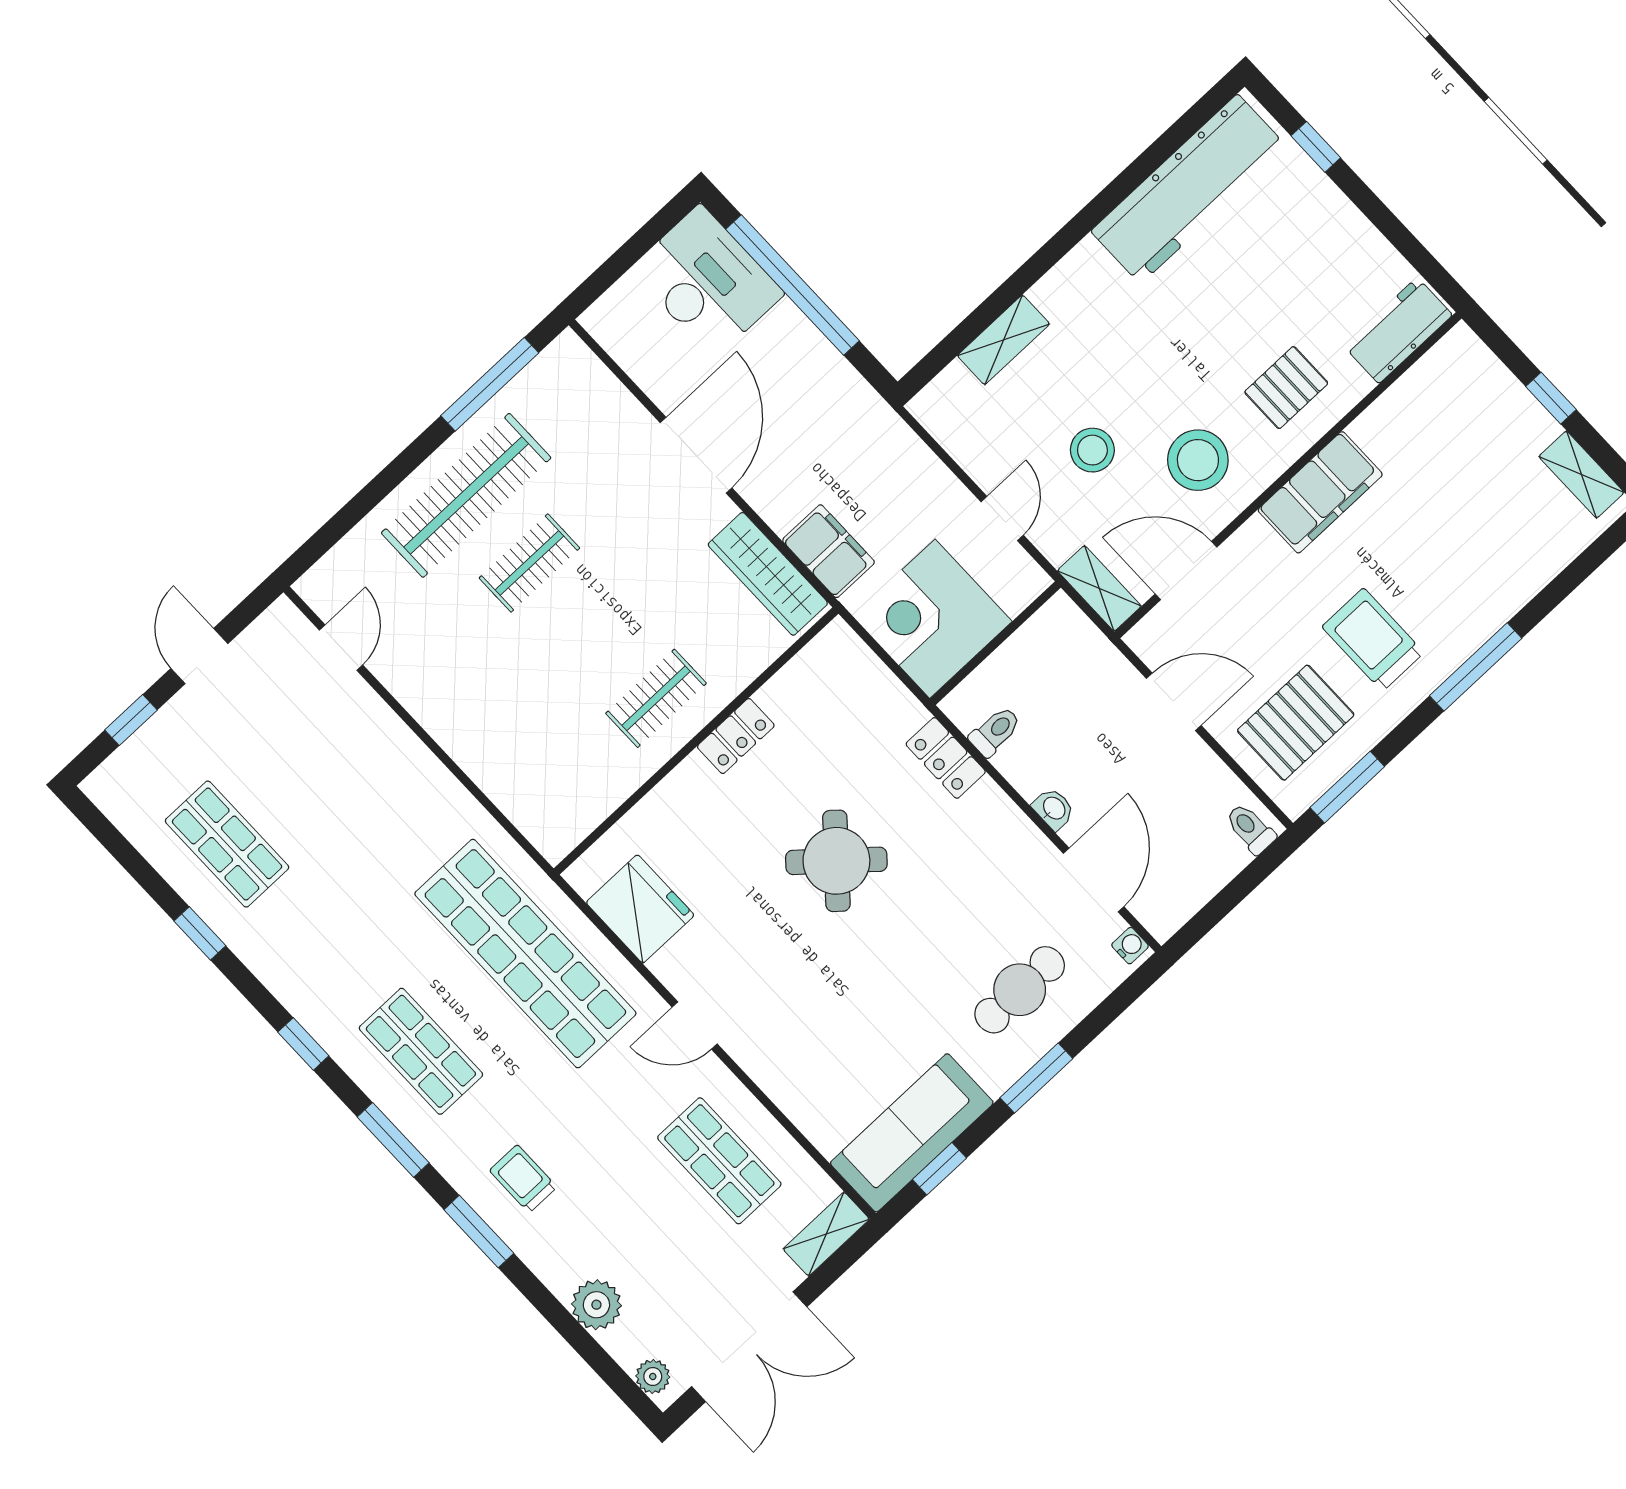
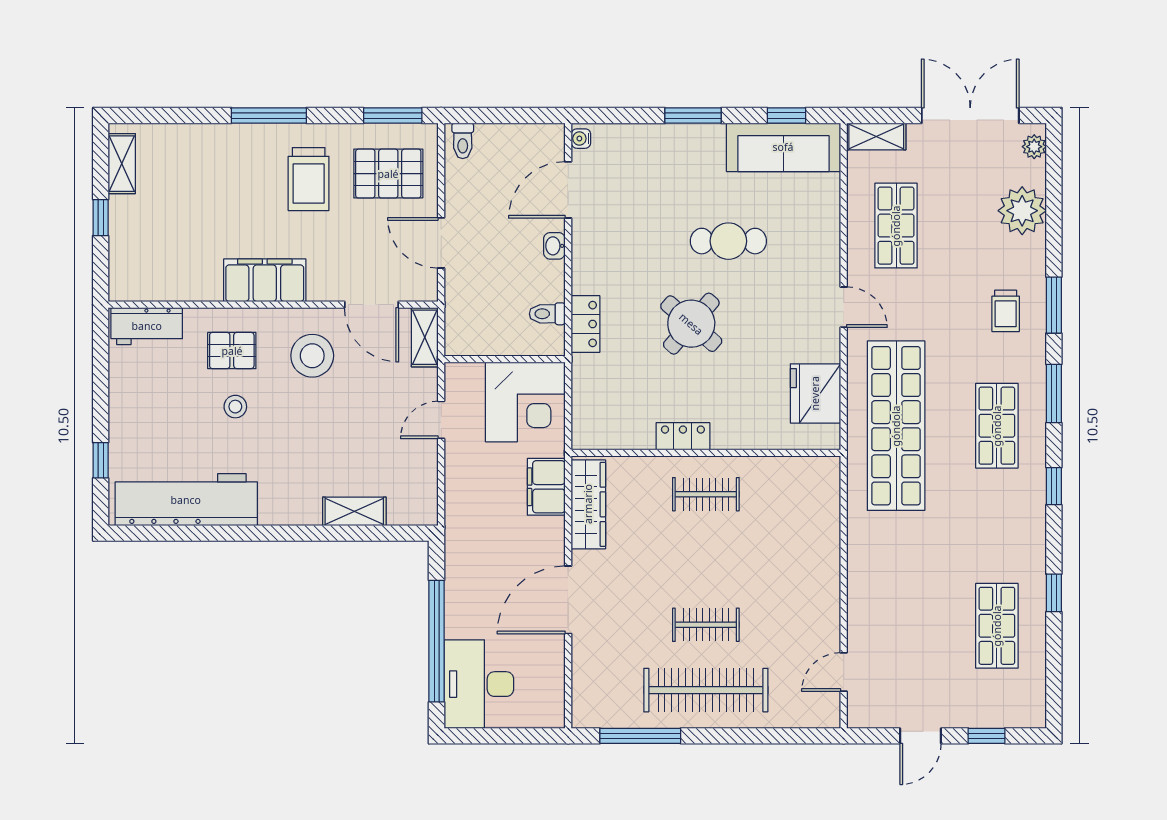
stool: (1092, 450) -> (235, 407), moved, width x0.73, depth x0.73
cafe table: (1020, 990) -> (728, 241), moved
plant: (596, 1305) -> (1022, 211), width x1.36, depth x1.36

